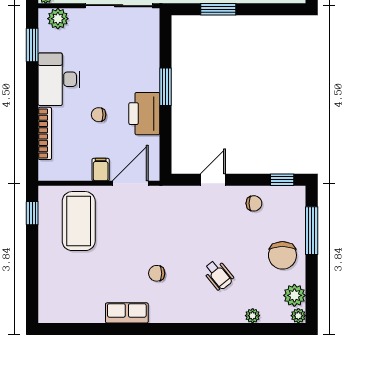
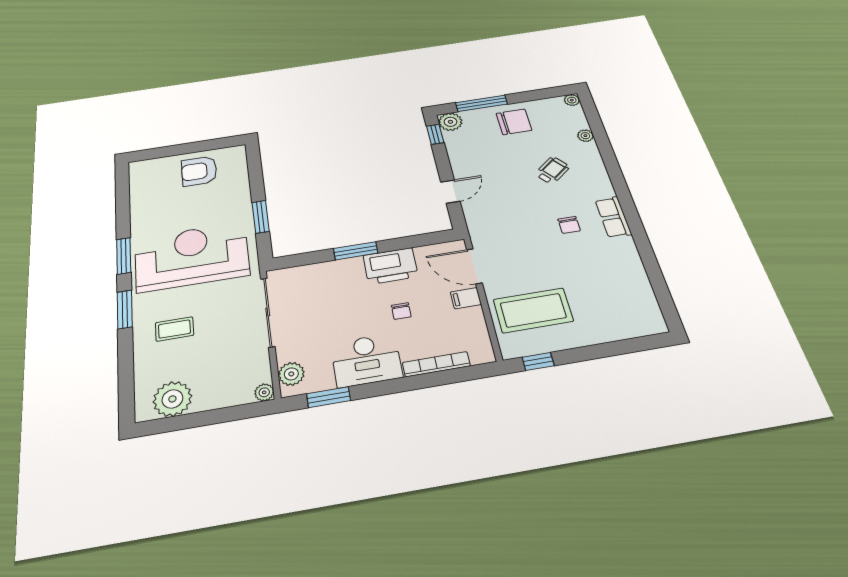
door: (213, 180) -> (450, 192), swing flipped
chair: (254, 203) -> (466, 153), removed
plant: (294, 295) -> (450, 122), moved
row of seats: (127, 313) -> (613, 217), moved

